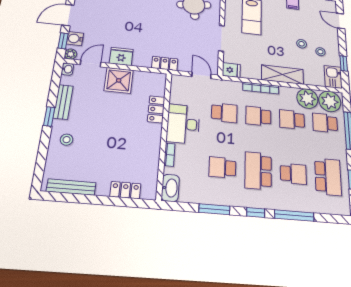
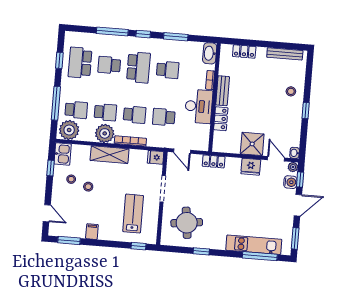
door: (91, 64) -> (276, 159), swing flipped
plant: (307, 99) -> (105, 133), moved
bench: (63, 102) -> (223, 91), moved

